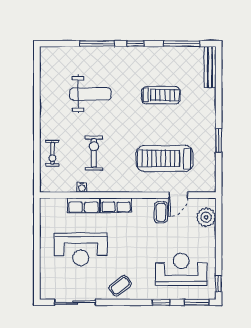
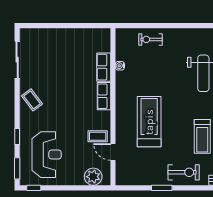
exercise bike: (94, 153) -> (184, 172), moved
treadmill: (165, 158) -> (149, 122), moved
reception desk: (81, 249) -> (65, 65), removed

